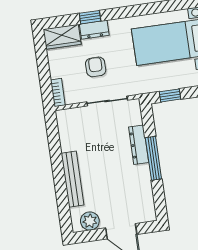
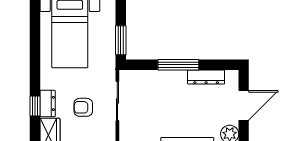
window: (170, 95) -> (121, 40), width x1.50
dresser: (139, 145) -> (206, 77), moved

